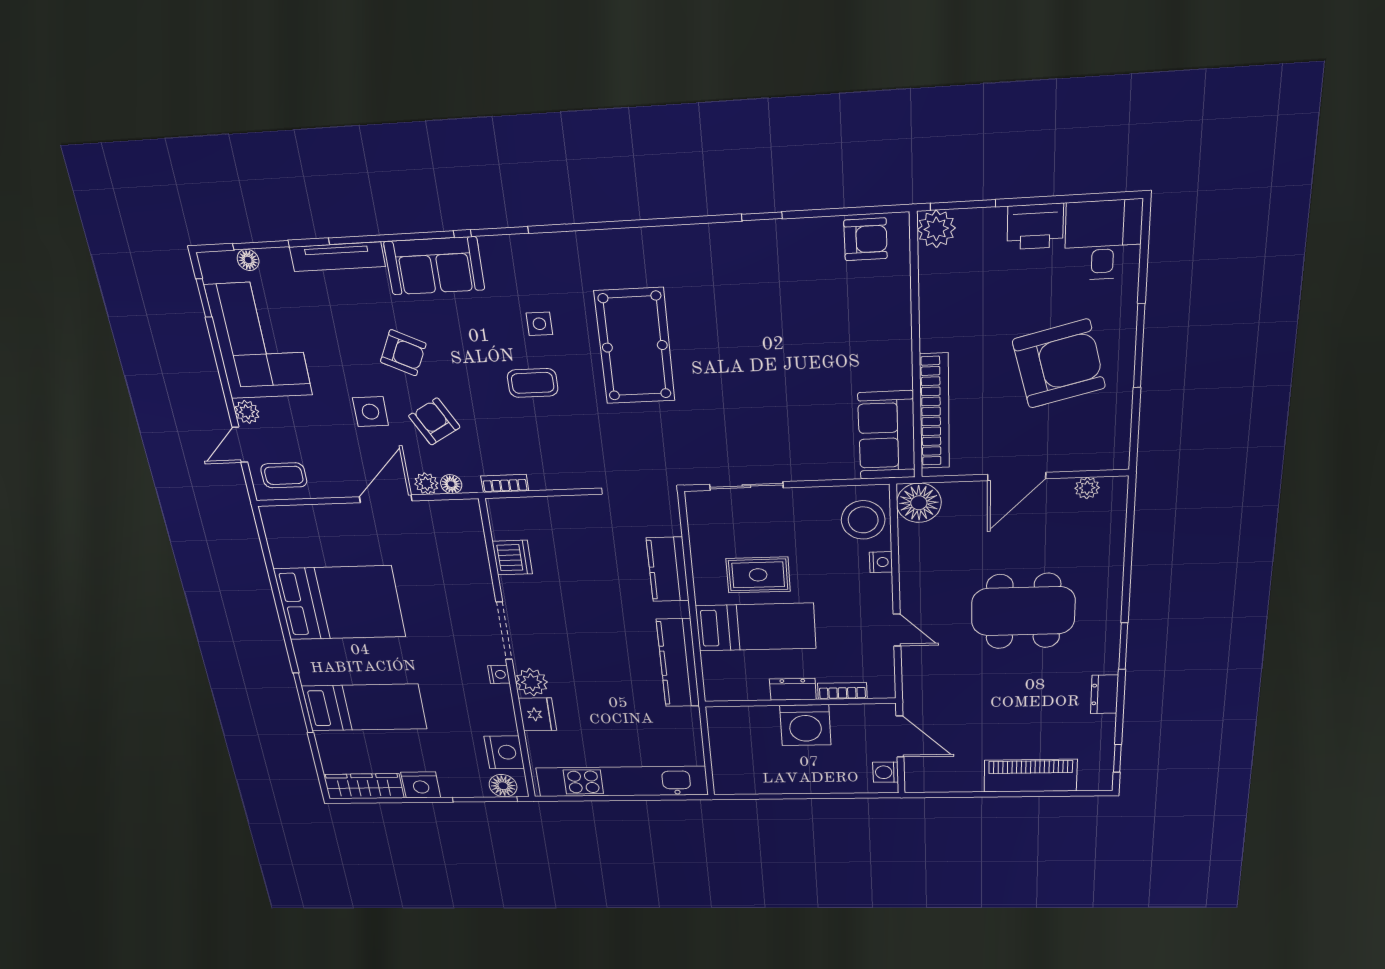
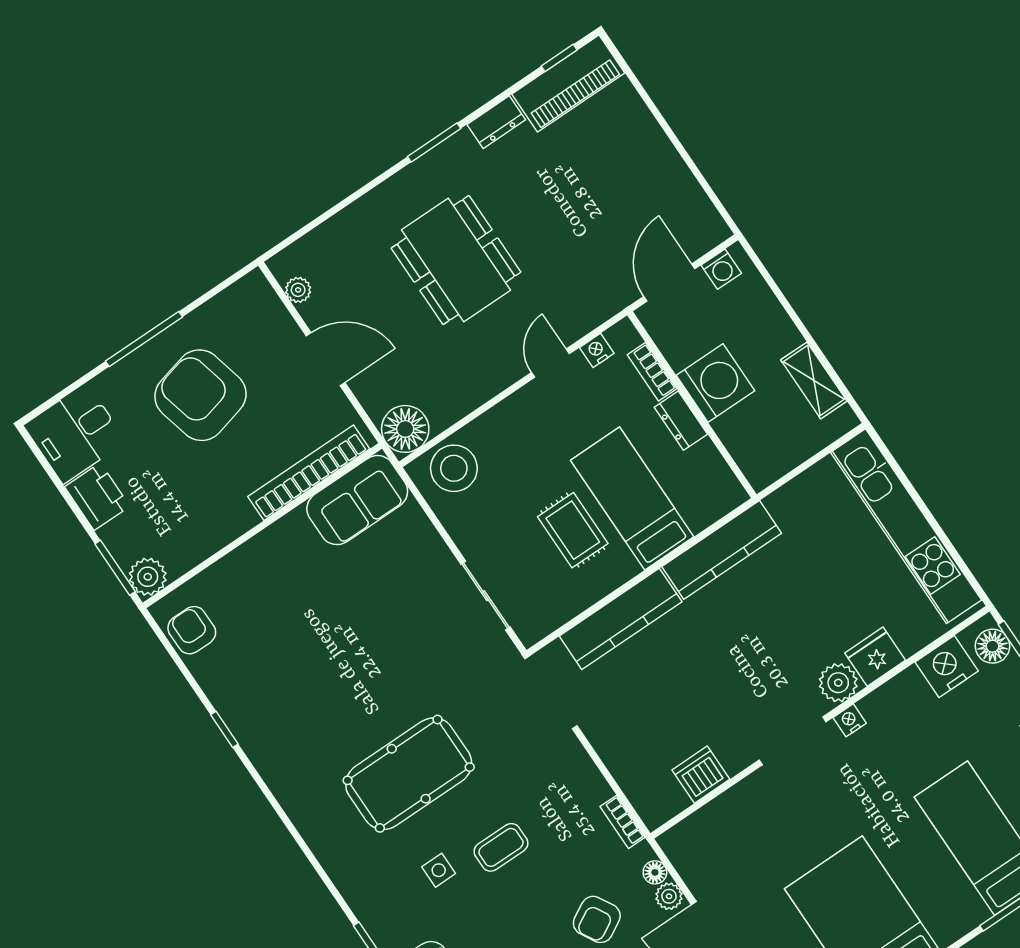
coffee table: (533, 383) -> (501, 847), turned 90
nightstand: (881, 562) -> (597, 350), moved
kitchen counter: (668, 569) -> (621, 619), width x1.50
piano: (1030, 776) -> (568, 84), moved, turned -90
shelving: (765, 783) -> (814, 380), added

